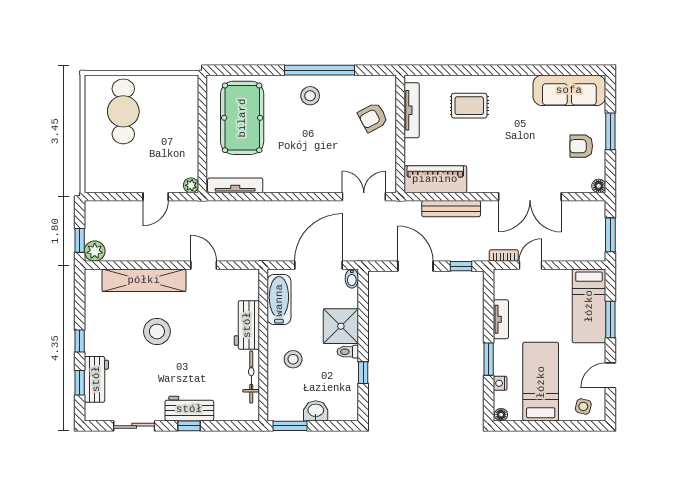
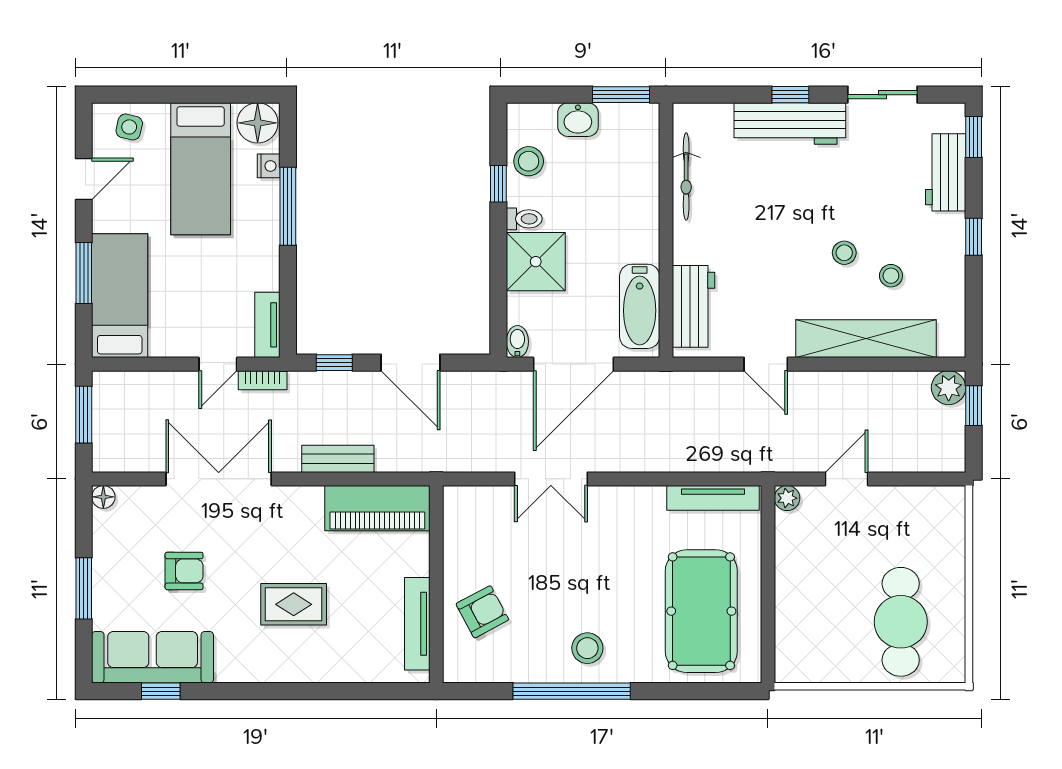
window: (564, 70) -> (161, 691), added
rug: (469, 106) -> (294, 604), moved
armchair: (581, 146) -> (184, 571), moved
double door: (364, 197) -> (551, 479), moved
bench: (451, 209) -> (338, 459), width x0.73
stool: (129, 318) -> (891, 276), added
tv unit: (501, 319) -> (267, 325), moved
workbench: (247, 325) -> (693, 306), moved
stool: (157, 331) -> (844, 253), width x0.53, depth x0.53
stool: (293, 359) -> (529, 161), moved
window: (489, 359) -> (288, 206), width x1.44
window: (80, 383) -> (974, 137), moved
workbench: (189, 409) -> (790, 124), width x1.38
floor lamp: (501, 415) -> (258, 123), width x1.89, depth x1.89

